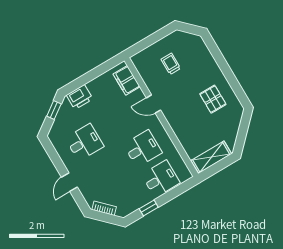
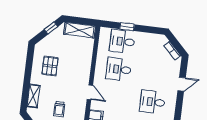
shelving: (206, 57) -> (34, 96), added
window: (241, 137) -> (51, 28), added
window: (149, 208) -> (127, 27), moved

